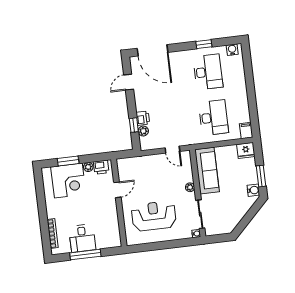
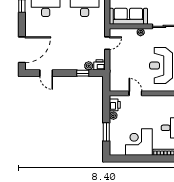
printer: (143, 118) -> (100, 65), moved
corner desk: (68, 181) -> (139, 142), moved, turned -90

